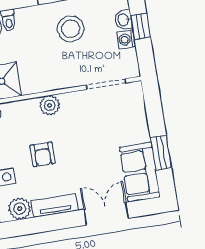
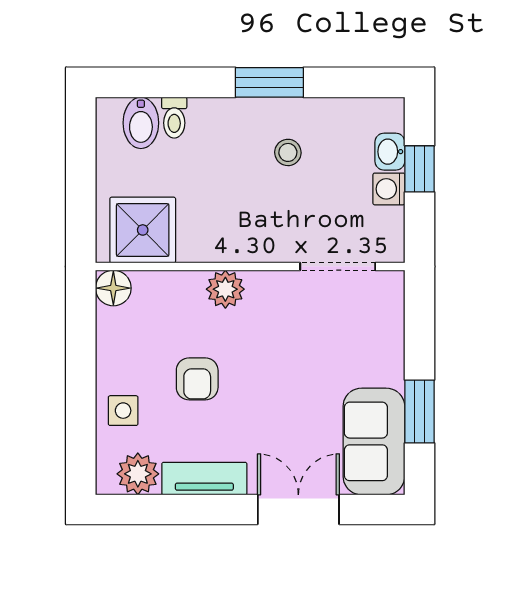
stool: (71, 29) -> (288, 152), width x0.53, depth x0.53

